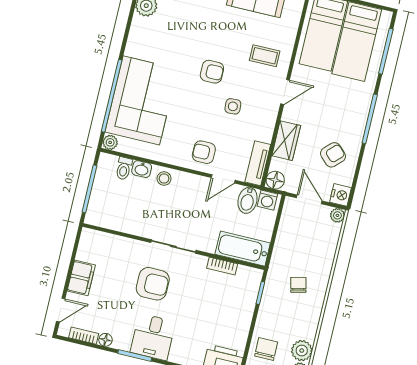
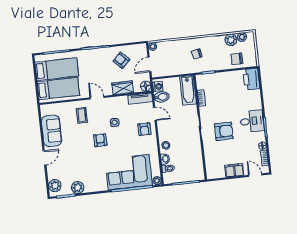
nightstand: (340, 195) -> (141, 49), removed
armchair: (153, 284) -> (224, 131), turned 90

